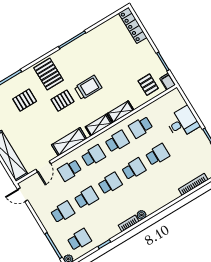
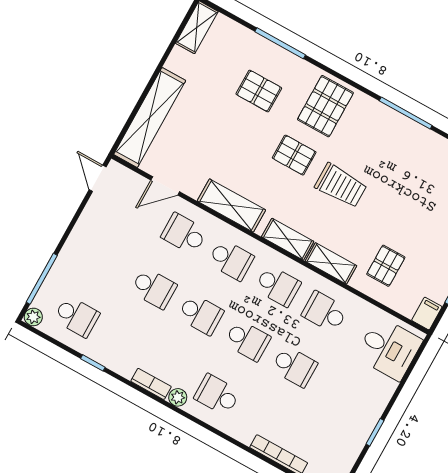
pallet: (148, 85) -> (386, 266), moved
desk: (183, 122) -> (389, 348), moved
school desk: (63, 212) -> (217, 395), moved, turned 180

